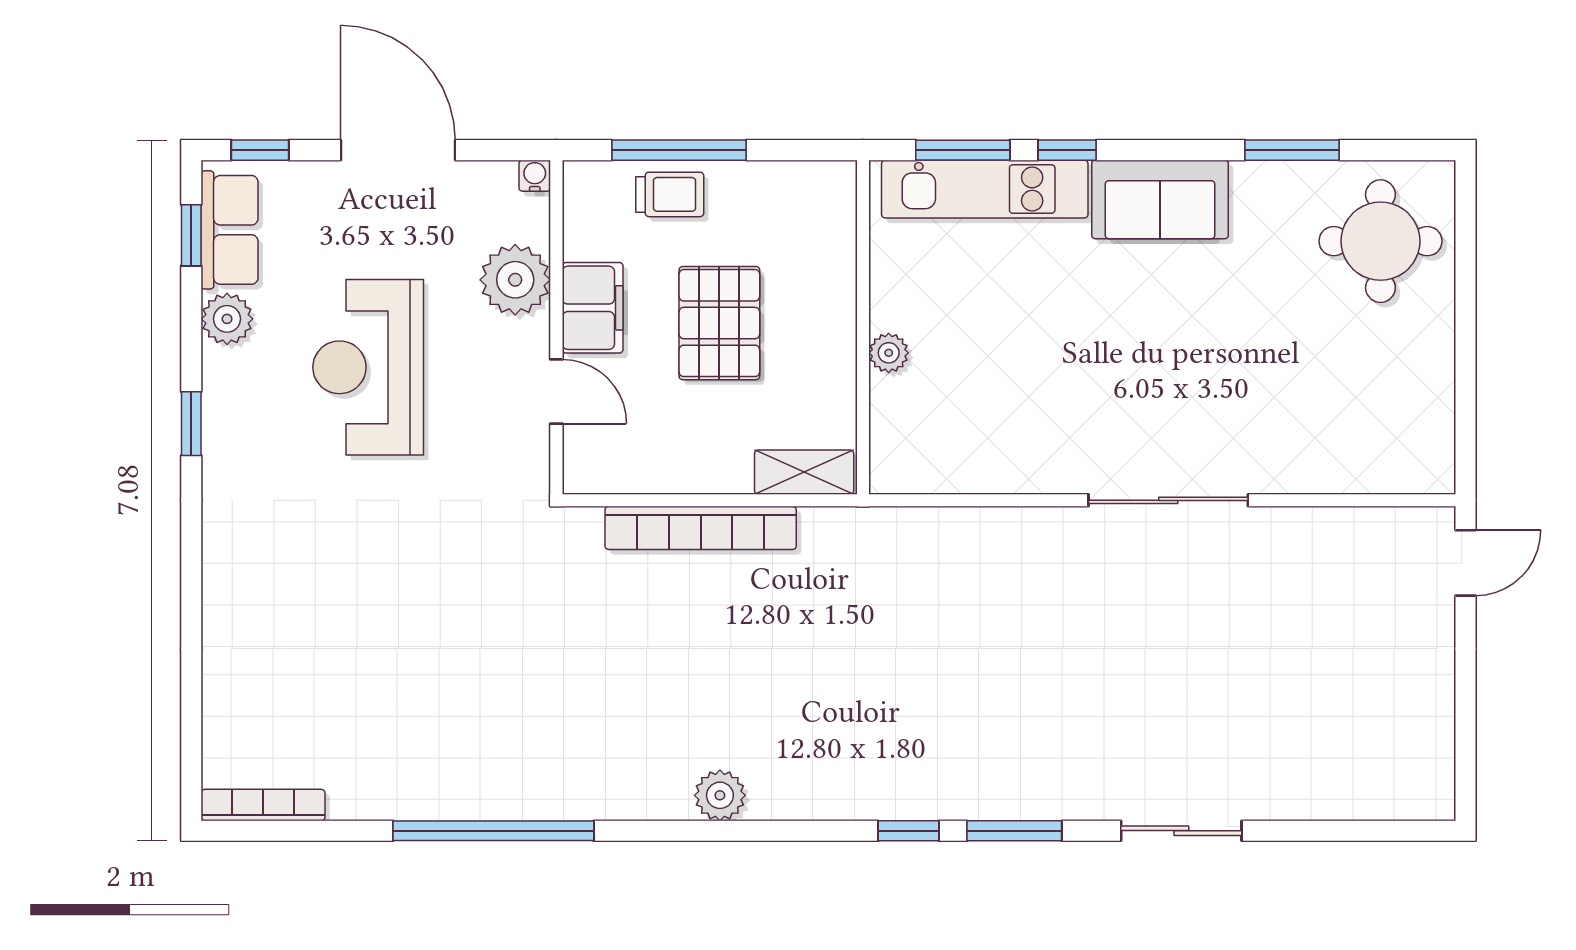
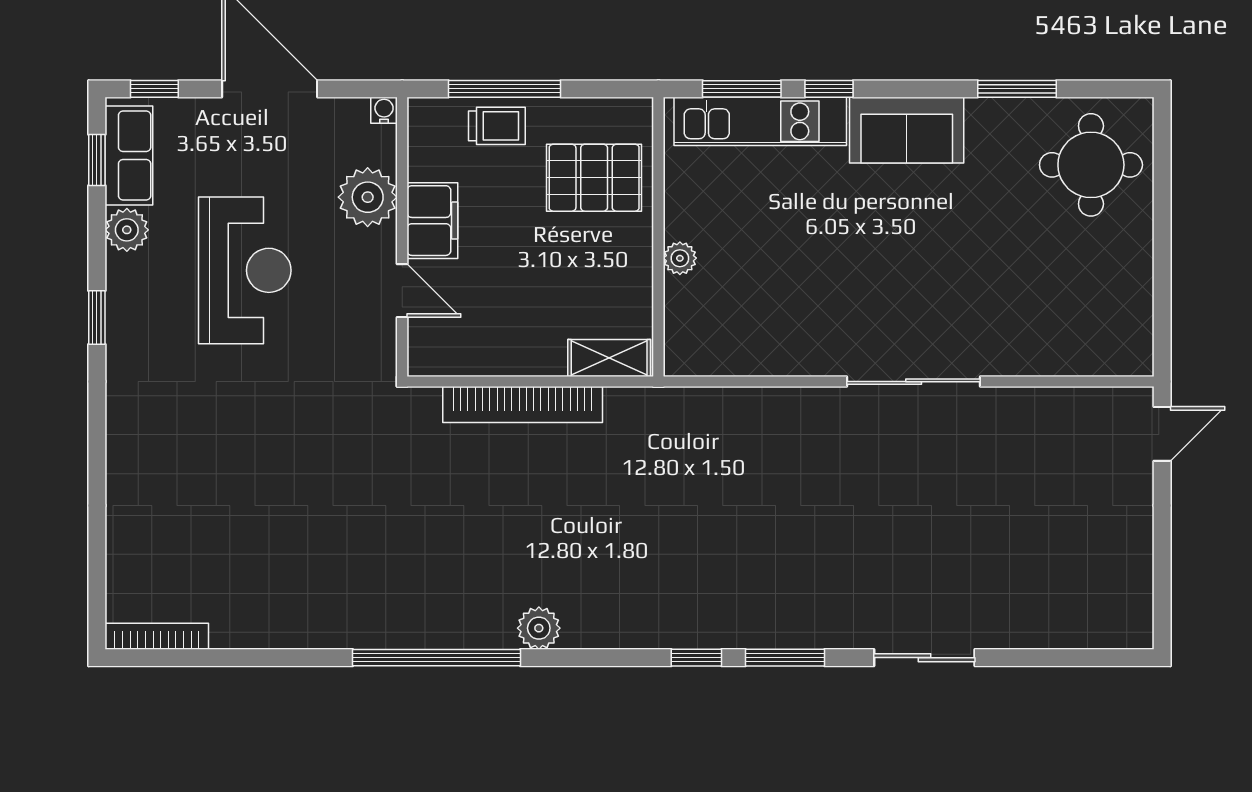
pallet: (719, 323) -> (594, 178), moved, turned 90
reception desk: (368, 367) -> (245, 270), turned 180
window: (493, 831) -> (436, 658), moved

